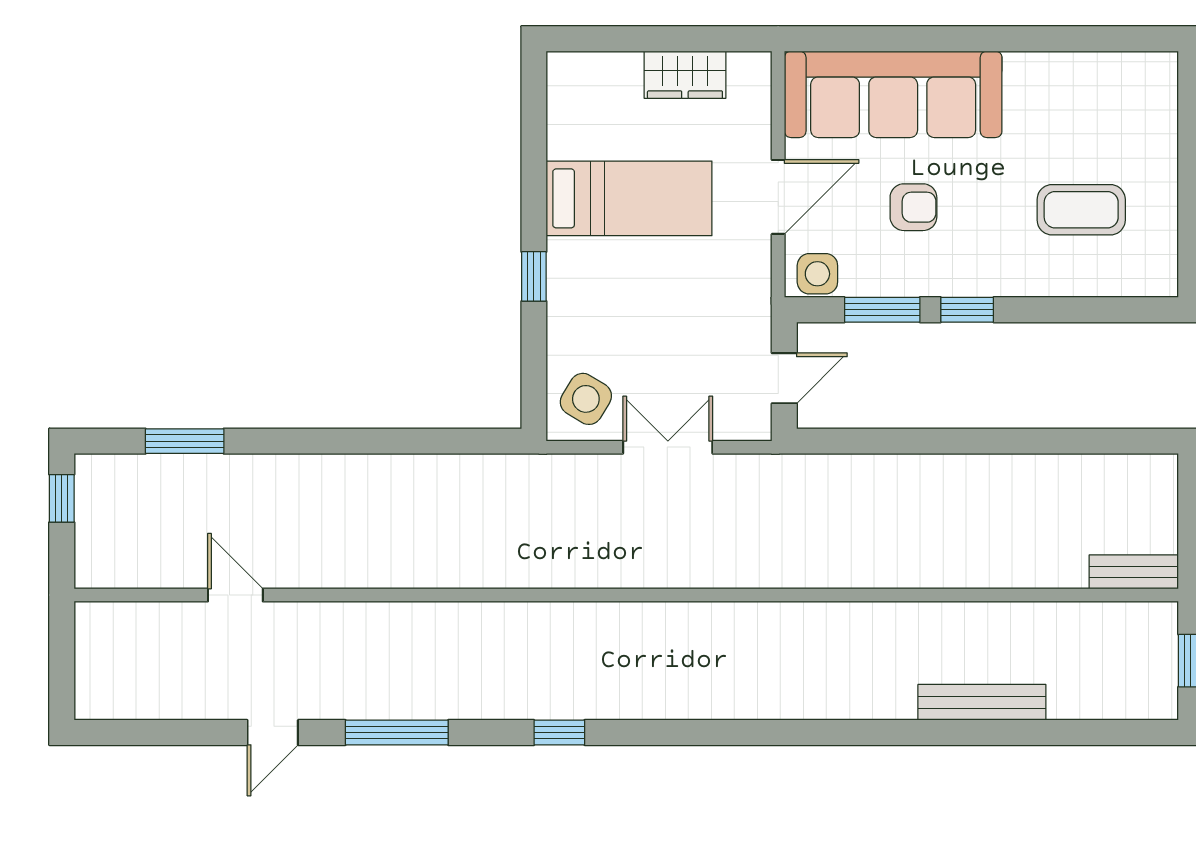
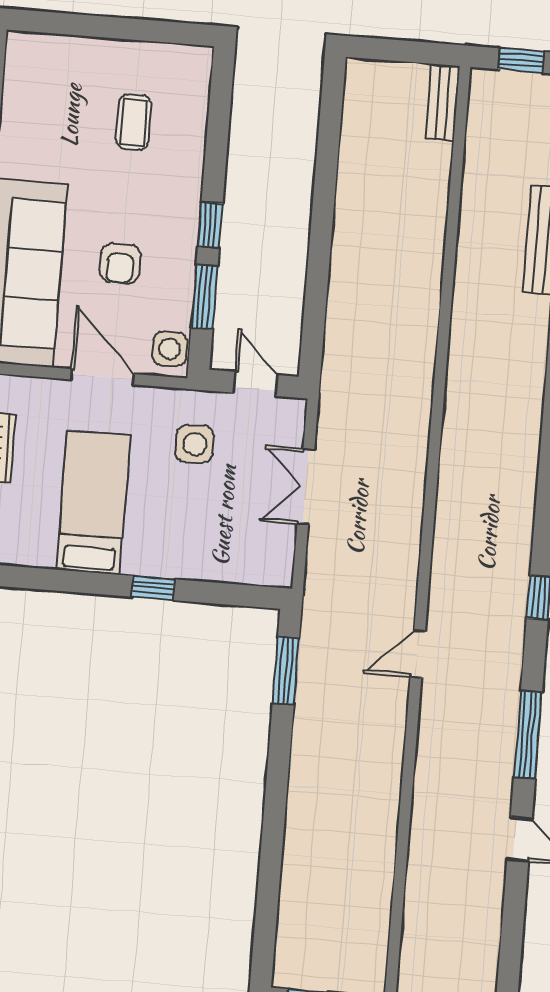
armchair: (913, 207) -> (120, 263), turned 180
coffee table: (1081, 210) -> (134, 122), width x0.73, depth x0.77
side table: (586, 399) -> (195, 444), moved, turned -31
window: (185, 441) -> (286, 670), moved
door: (235, 595) -> (418, 654), moved

